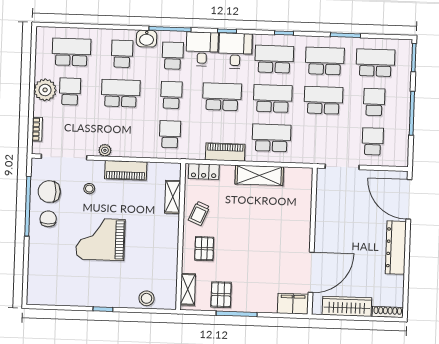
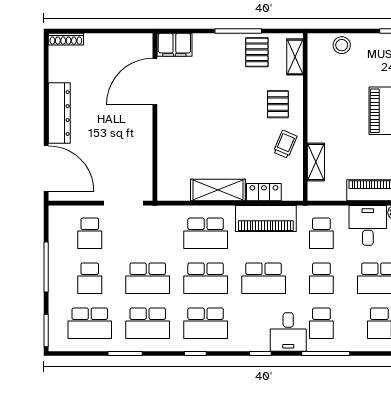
washbasin: (147, 39) -> (352, 342), removed
desk: (235, 51) -> (368, 225), moved, turned 180
piano: (225, 152) -> (266, 218), width x1.37, depth x1.33
locker: (204, 171) -> (264, 192), moved
wardrobe: (347, 306) -> (113, 44), removed

